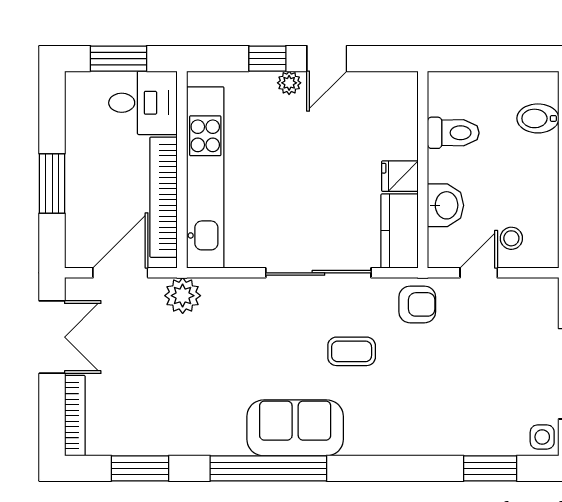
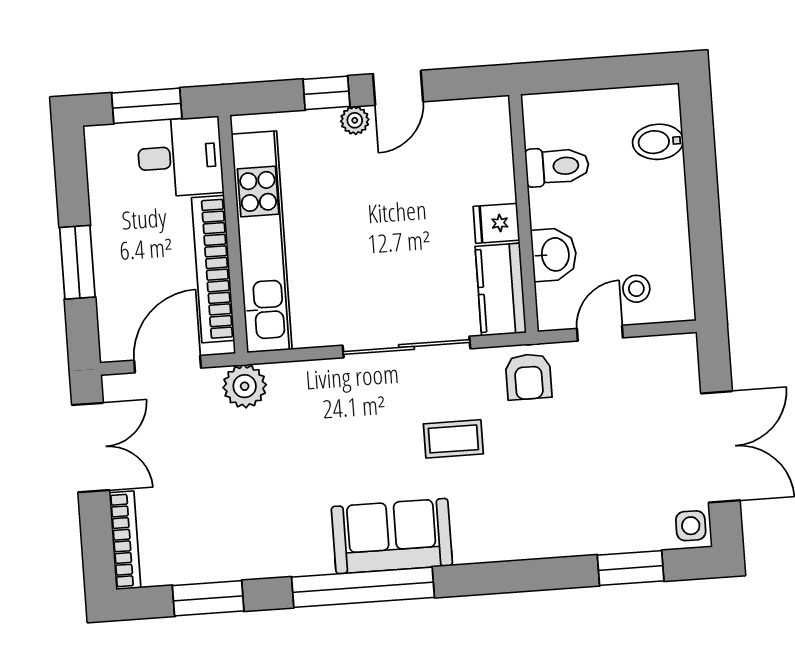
armchair: (417, 304) -> (529, 377), turned 90

